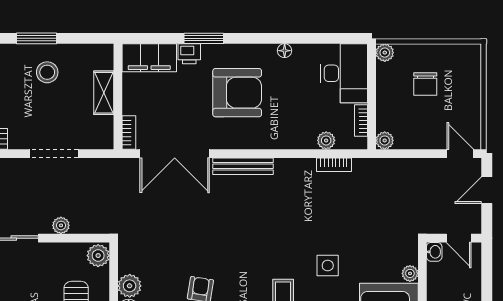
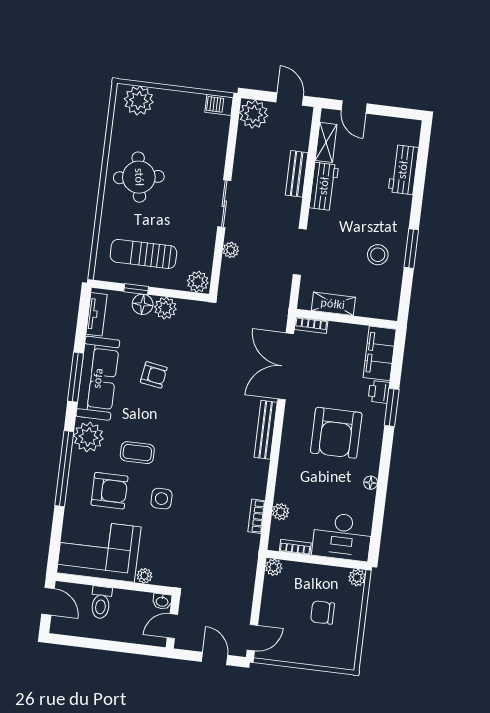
shelving: (104, 93) -> (333, 304), moved

